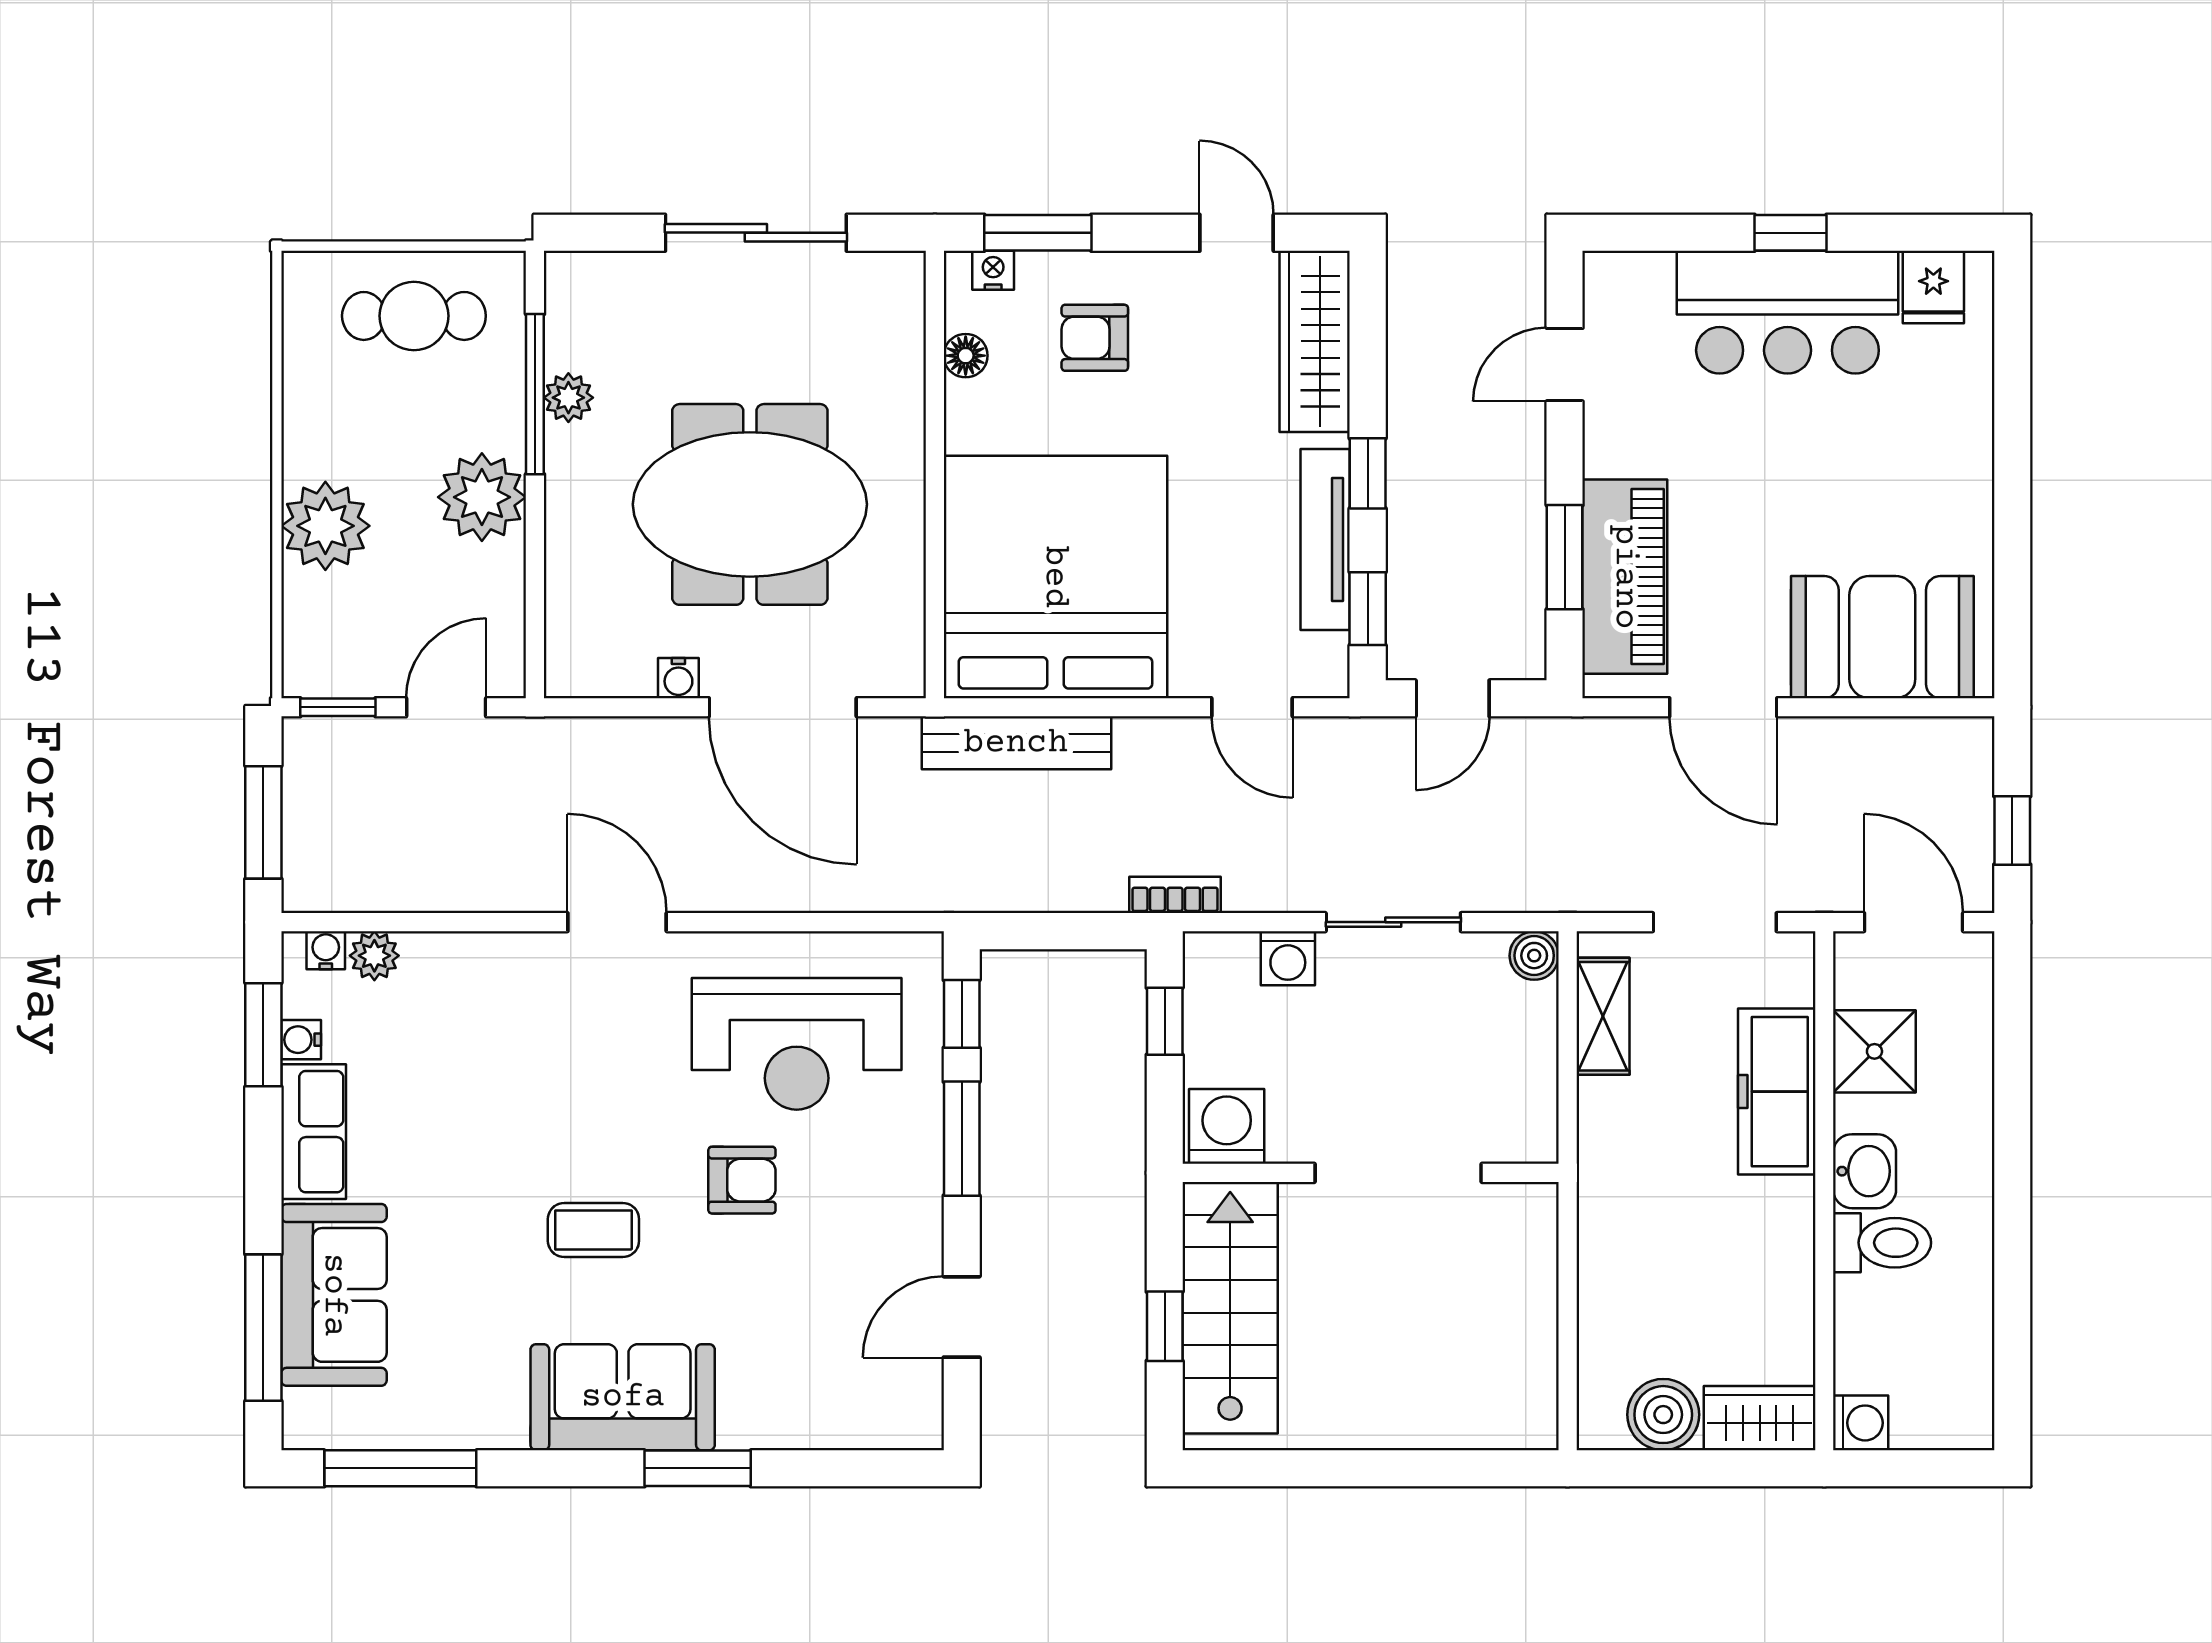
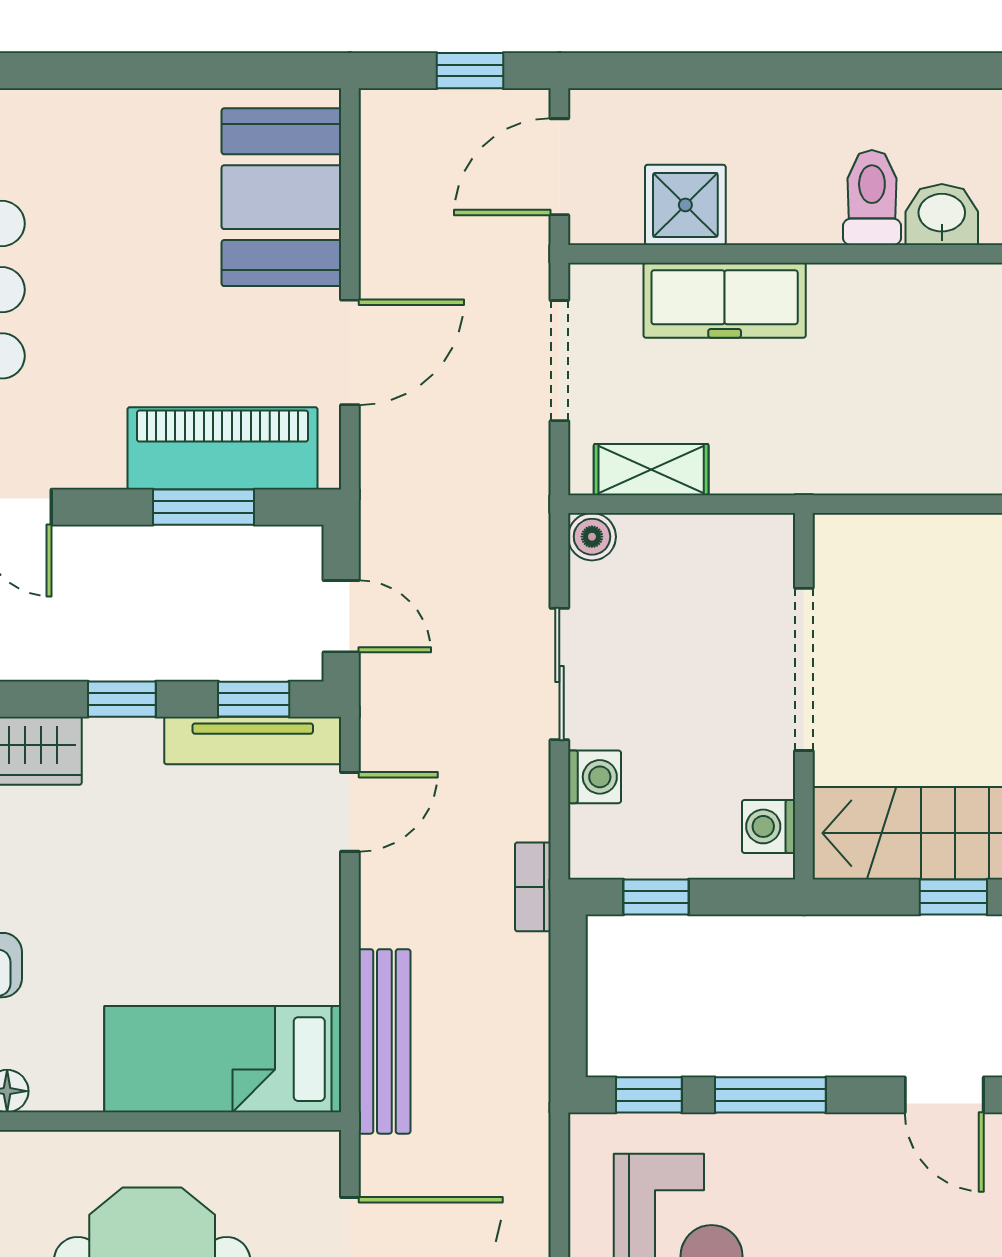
tv unit: (1325, 540) -> (253, 741), moved
bed: (1055, 577) -> (223, 1059), width x0.49
washing machine: (1227, 1126) -> (769, 826), width x0.73, depth x0.73
washbasin: (1865, 1171) -> (942, 215), moved

